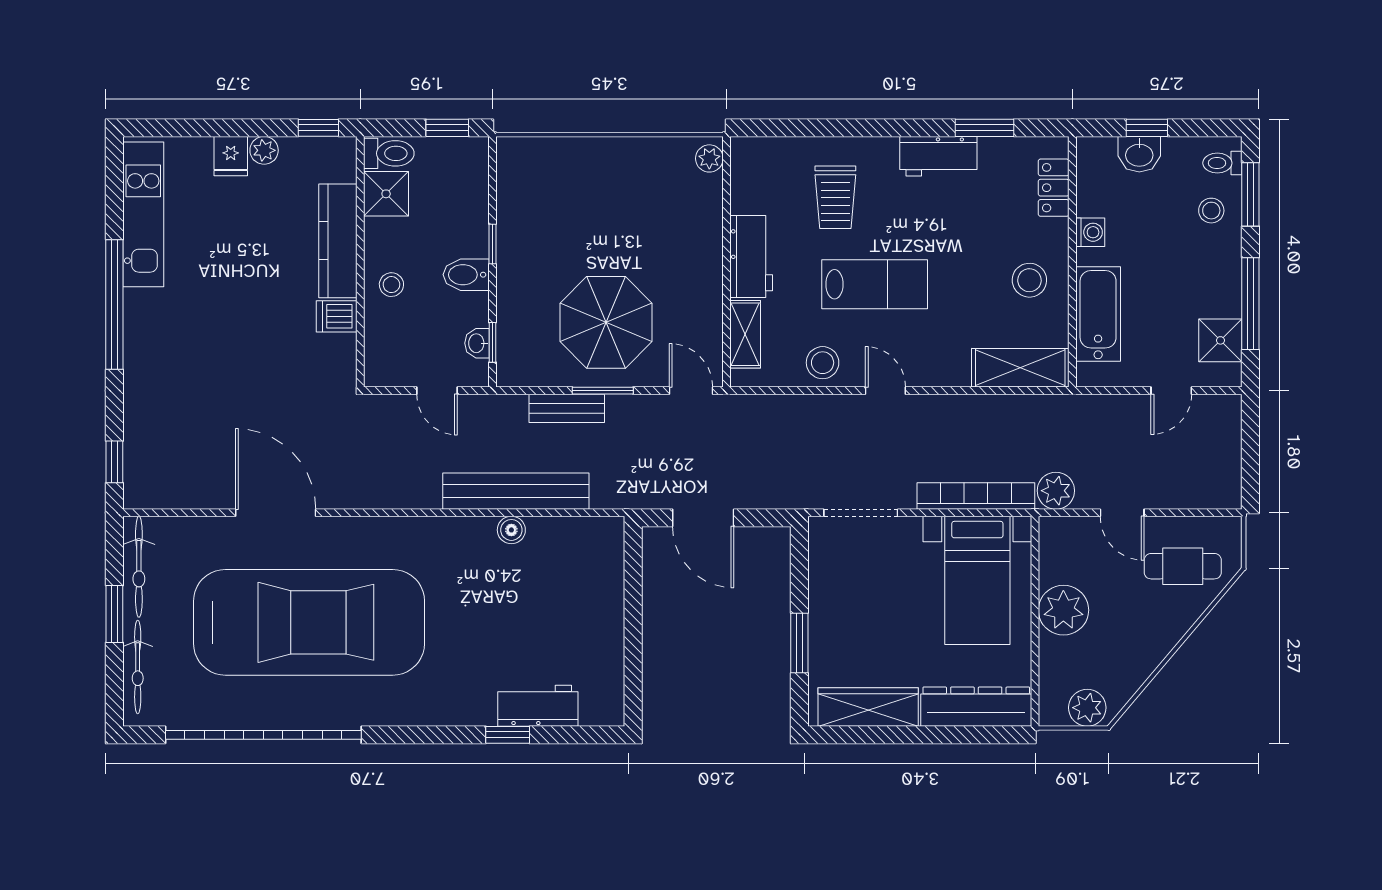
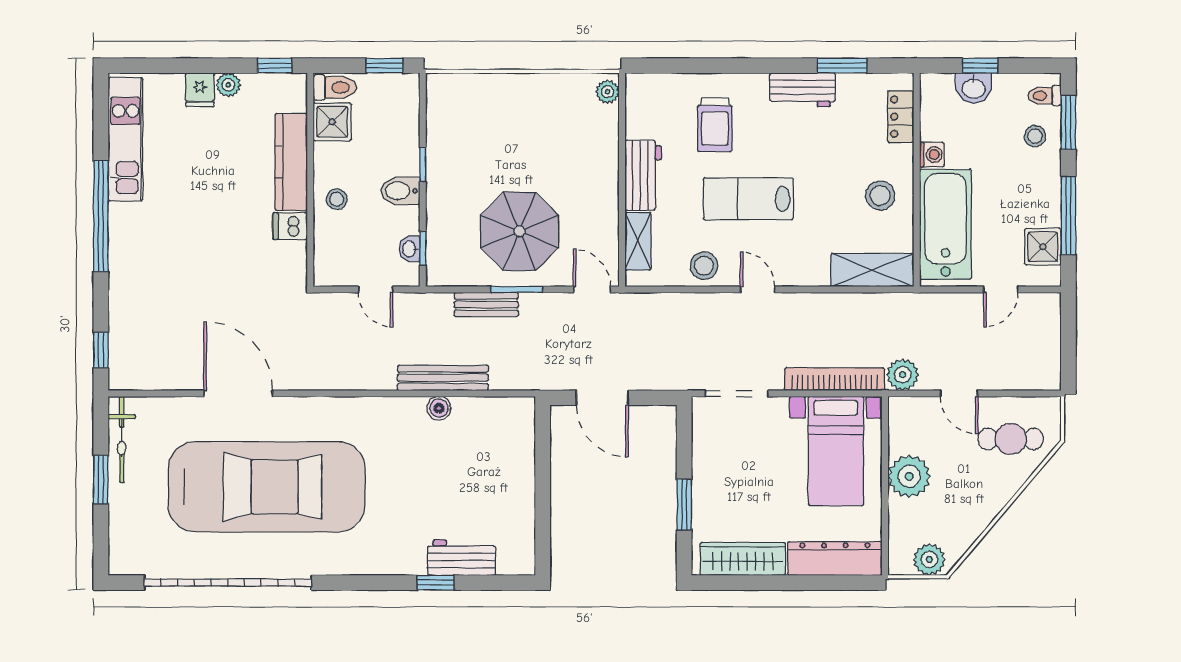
lab bench: (875, 284) -> (748, 199), turned 180
bathtub: (1098, 314) -> (946, 224), width x1.36, depth x1.36
bench: (516, 491) -> (443, 378), width x0.73, depth x0.82
bicycle: (138, 667) -> (121, 525), removed

